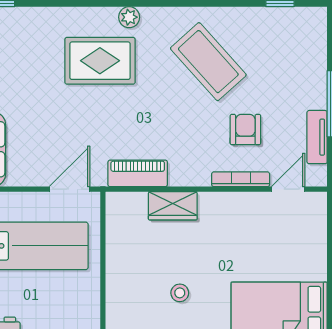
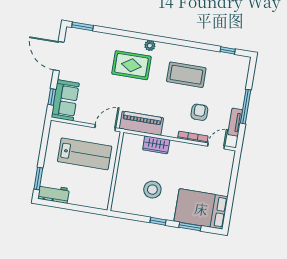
coffee table: (208, 62) -> (186, 75), turned -48
piano: (138, 173) -> (141, 123), width x1.37, depth x1.33
stool: (180, 293) -> (152, 190), width x1.89, depth x1.89

